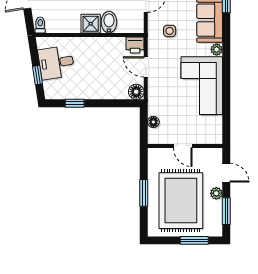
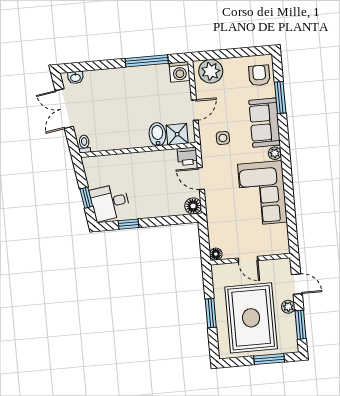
shower: (91, 24) -> (177, 134), moved
desk: (56, 63) -> (110, 202), moved
floor lamp: (153, 122) -> (216, 254), moved

